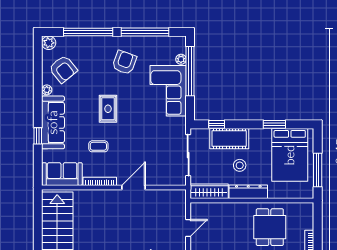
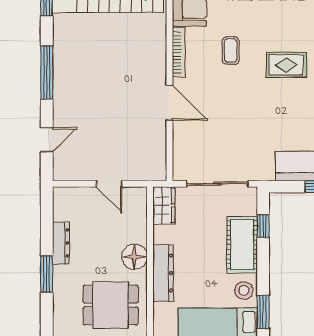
stool: (240, 165) -> (244, 290), moved
wardrobe: (209, 191) -> (164, 205), width x0.67
floor lamp: (237, 211) -> (134, 257), added

